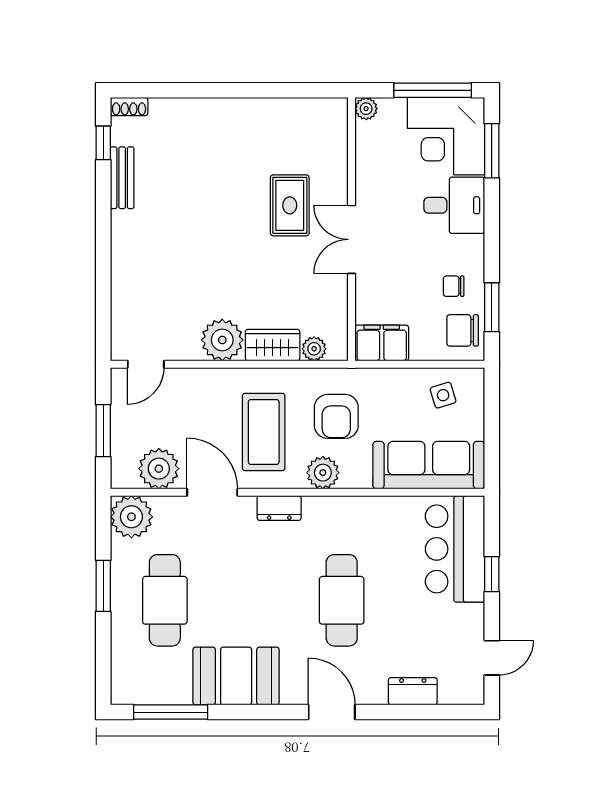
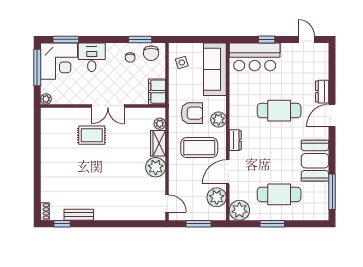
dresser: (413, 691) -> (322, 92), moved

